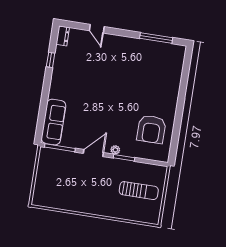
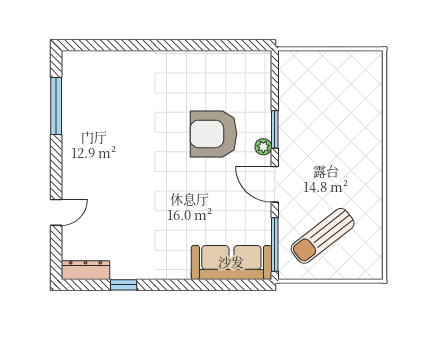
dresser: (63, 36) -> (85, 270), width x1.44
armchair: (151, 129) -> (213, 134), moved, turned 180
sun lounger: (139, 191) -> (323, 236), moved, turned -128

